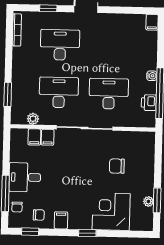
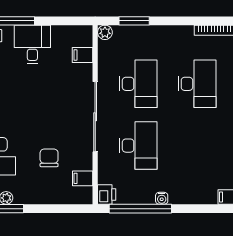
printer: (149, 103) -> (107, 194), moved, turned 90
plant: (33, 119) -> (105, 32), moved
filing cabinet: (48, 137) -> (83, 178), moved

